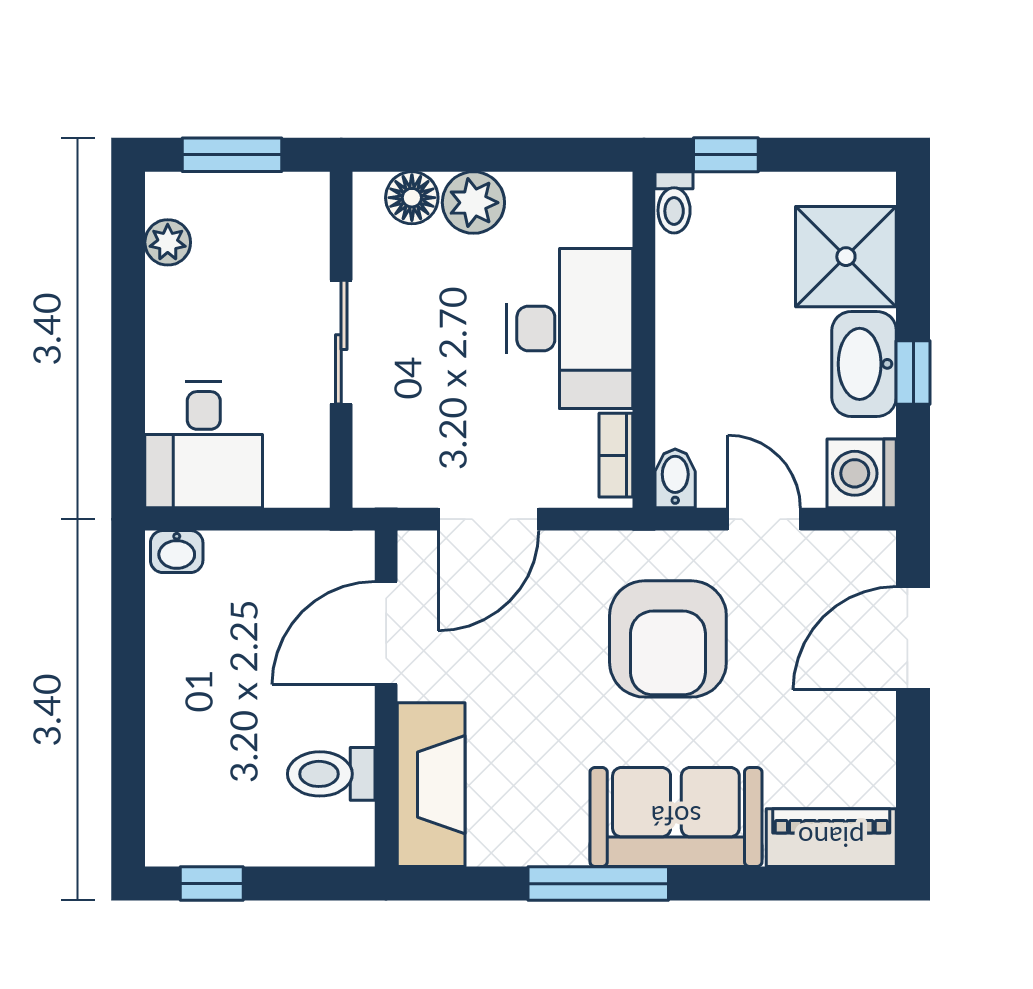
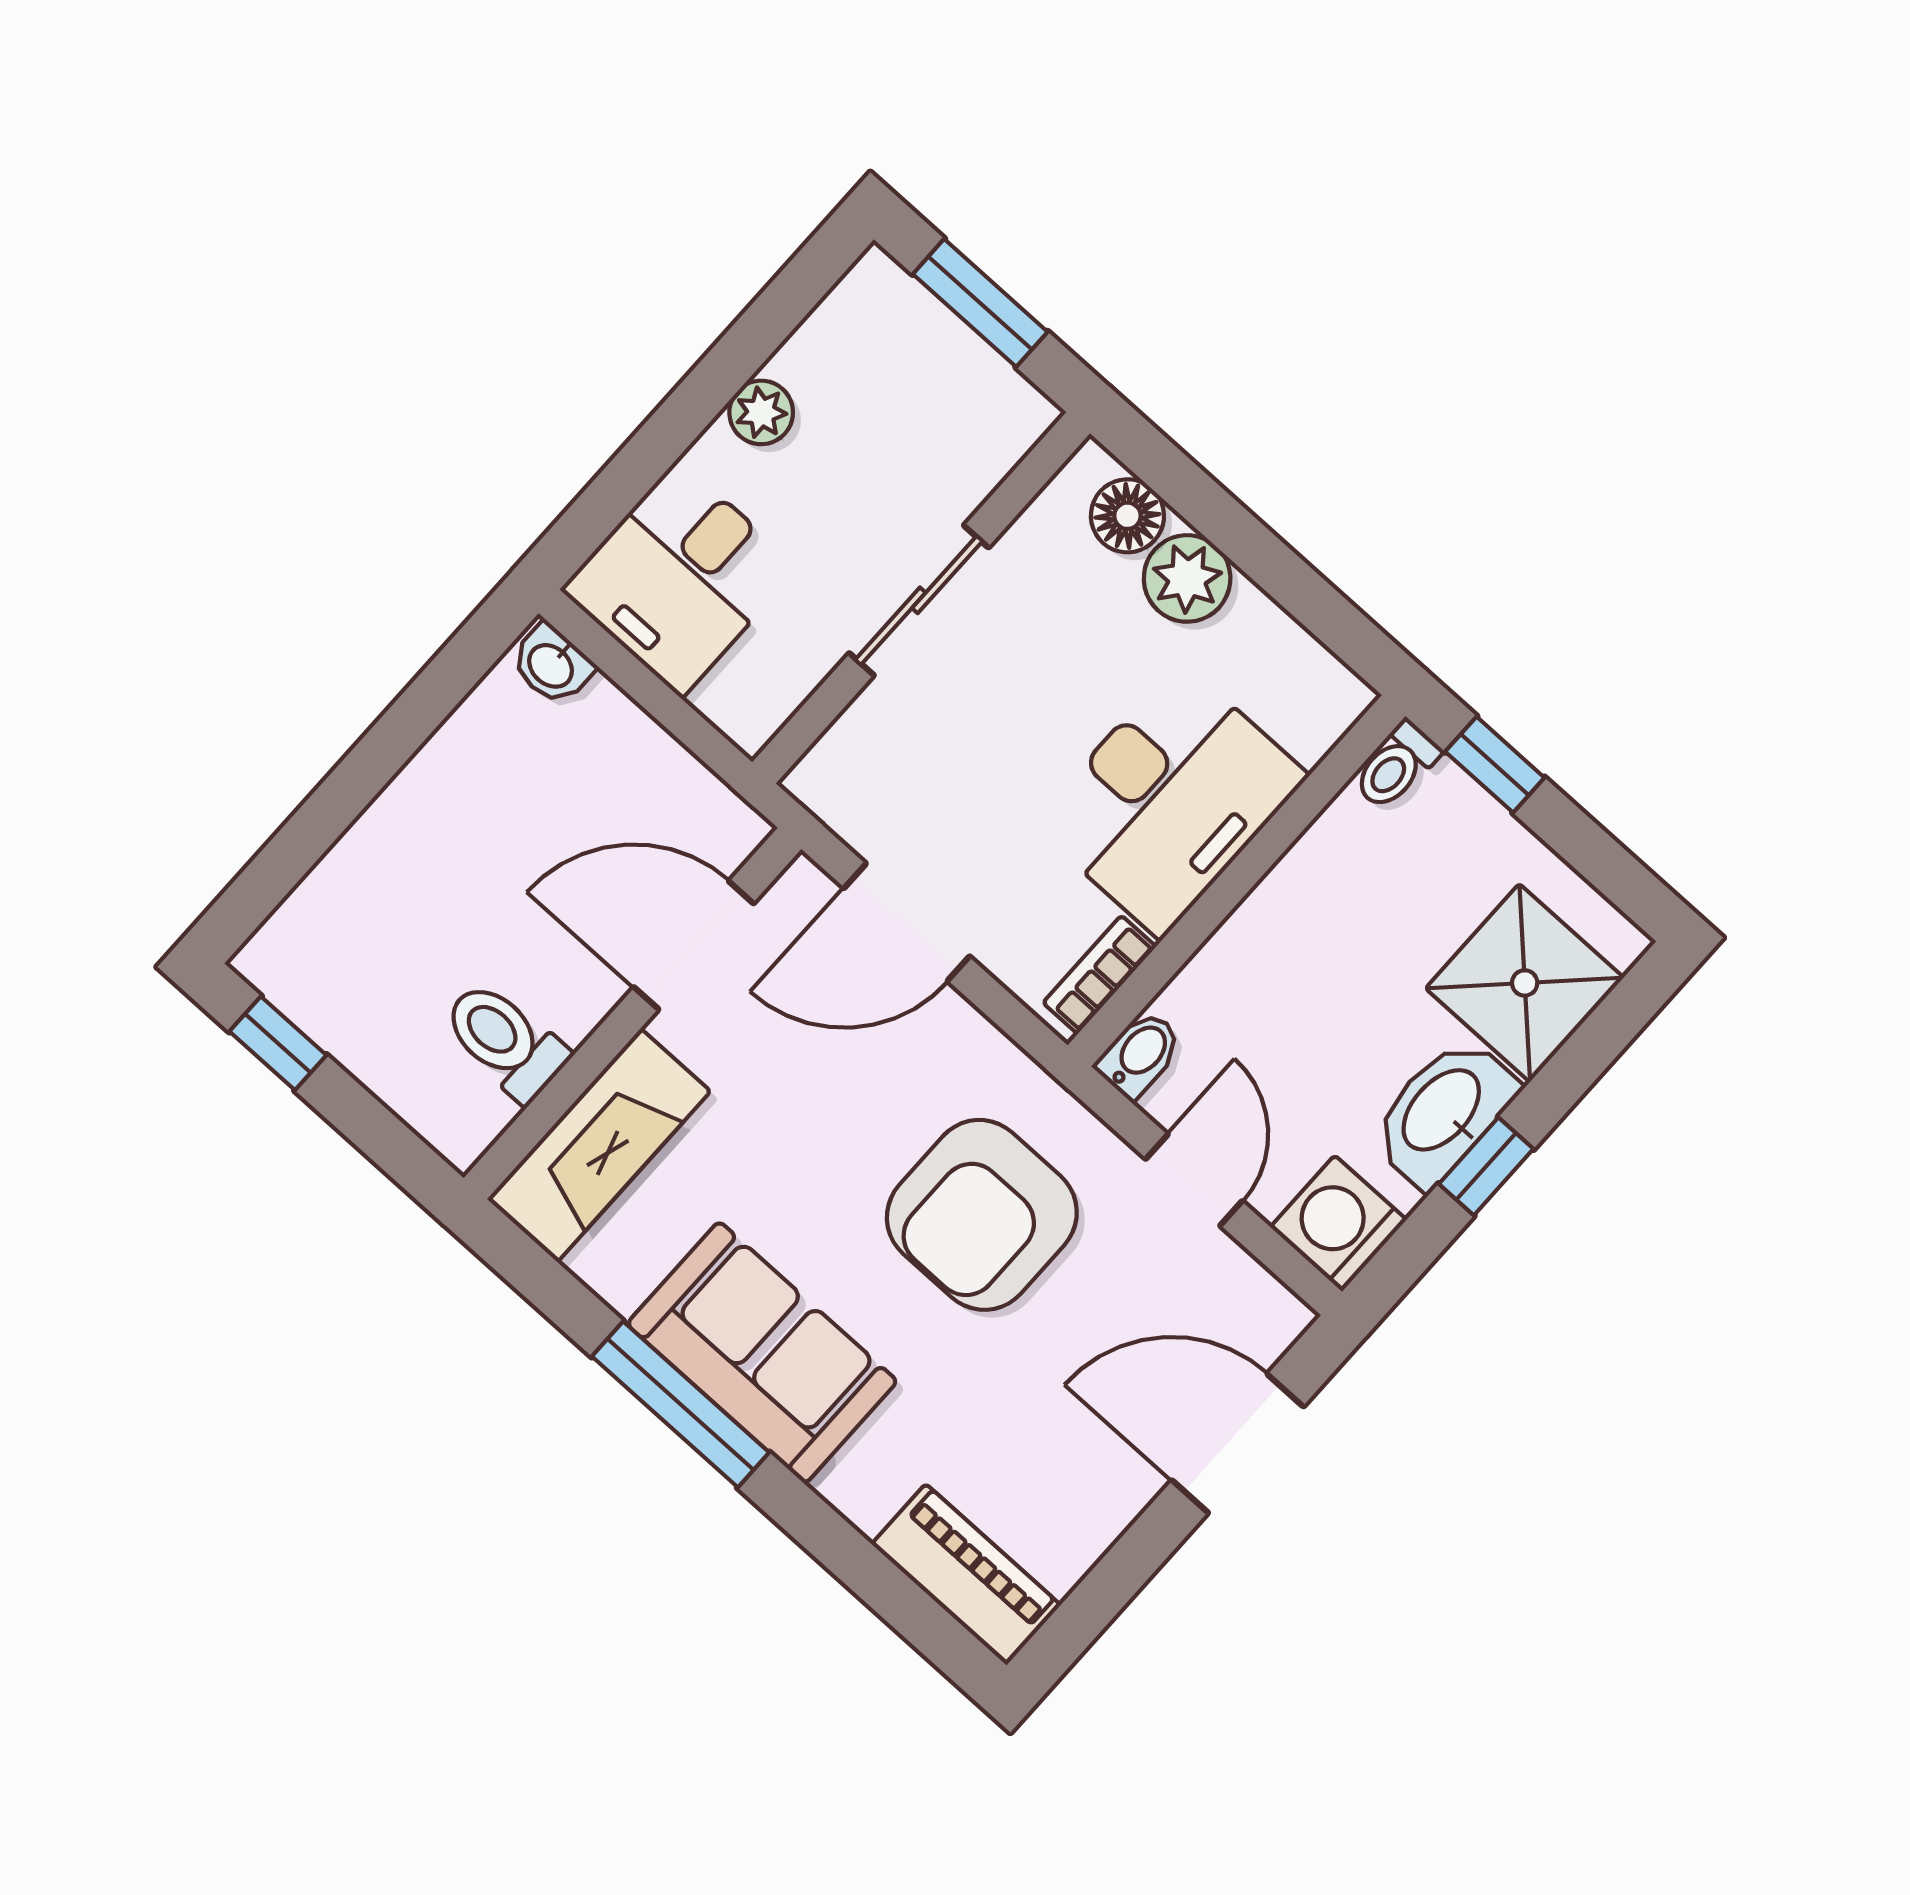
plant: (168, 242) -> (761, 412), moved
sofa: (676, 817) -> (762, 1353), moved

